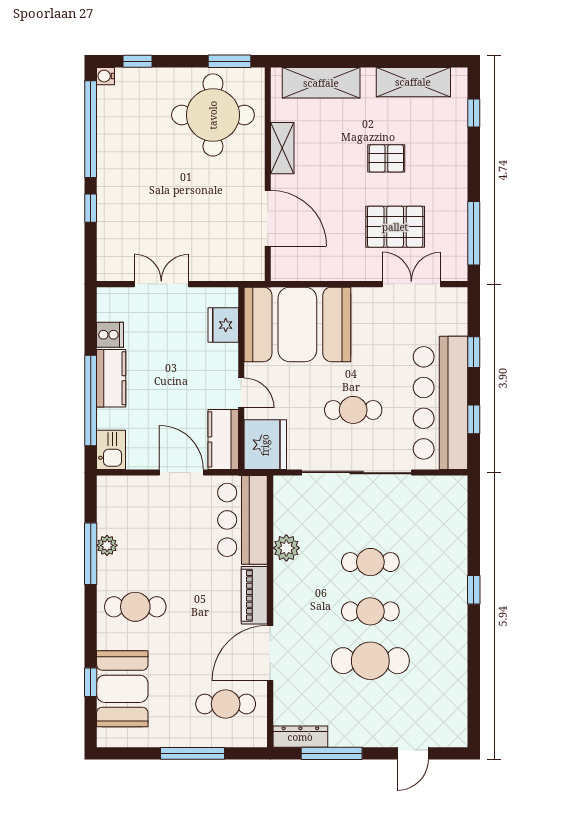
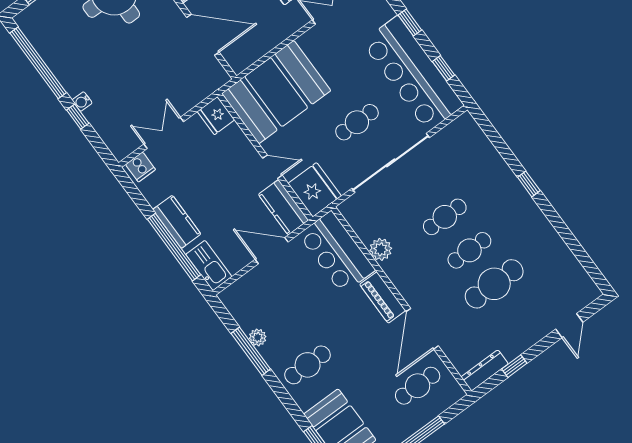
water cooler: (106, 76) -> (82, 102), moved
fridge: (223, 325) -> (216, 116), moved
cooker: (110, 335) -> (140, 167), moved, turned 90
kitchen sink: (111, 450) -> (209, 265), width x1.38
window: (332, 753) -> (514, 366), width x0.46

